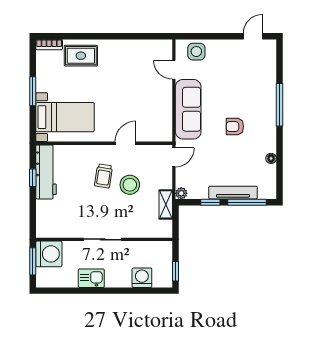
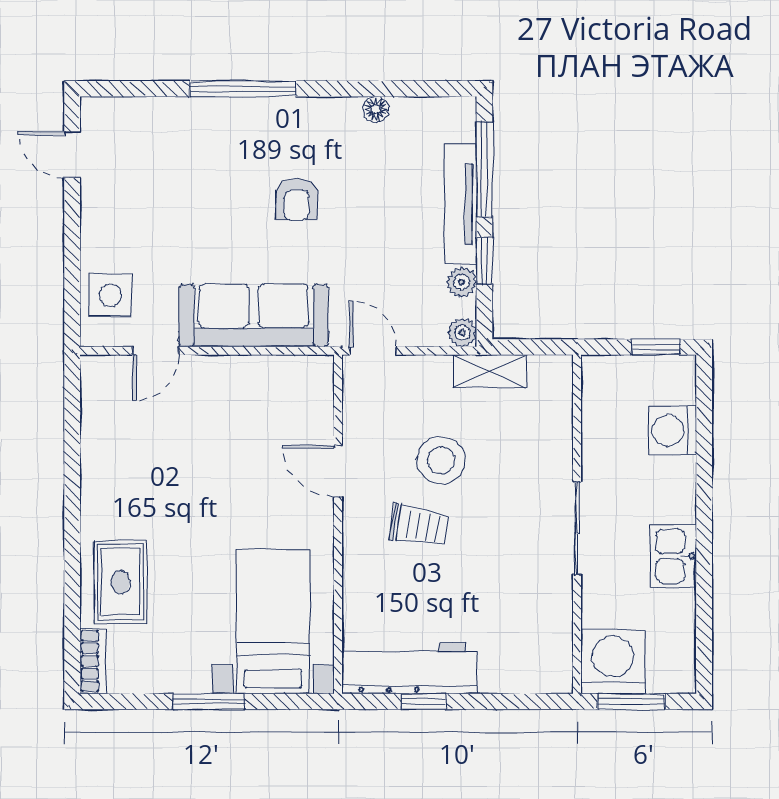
plant: (202, 193) -> (462, 282), added

